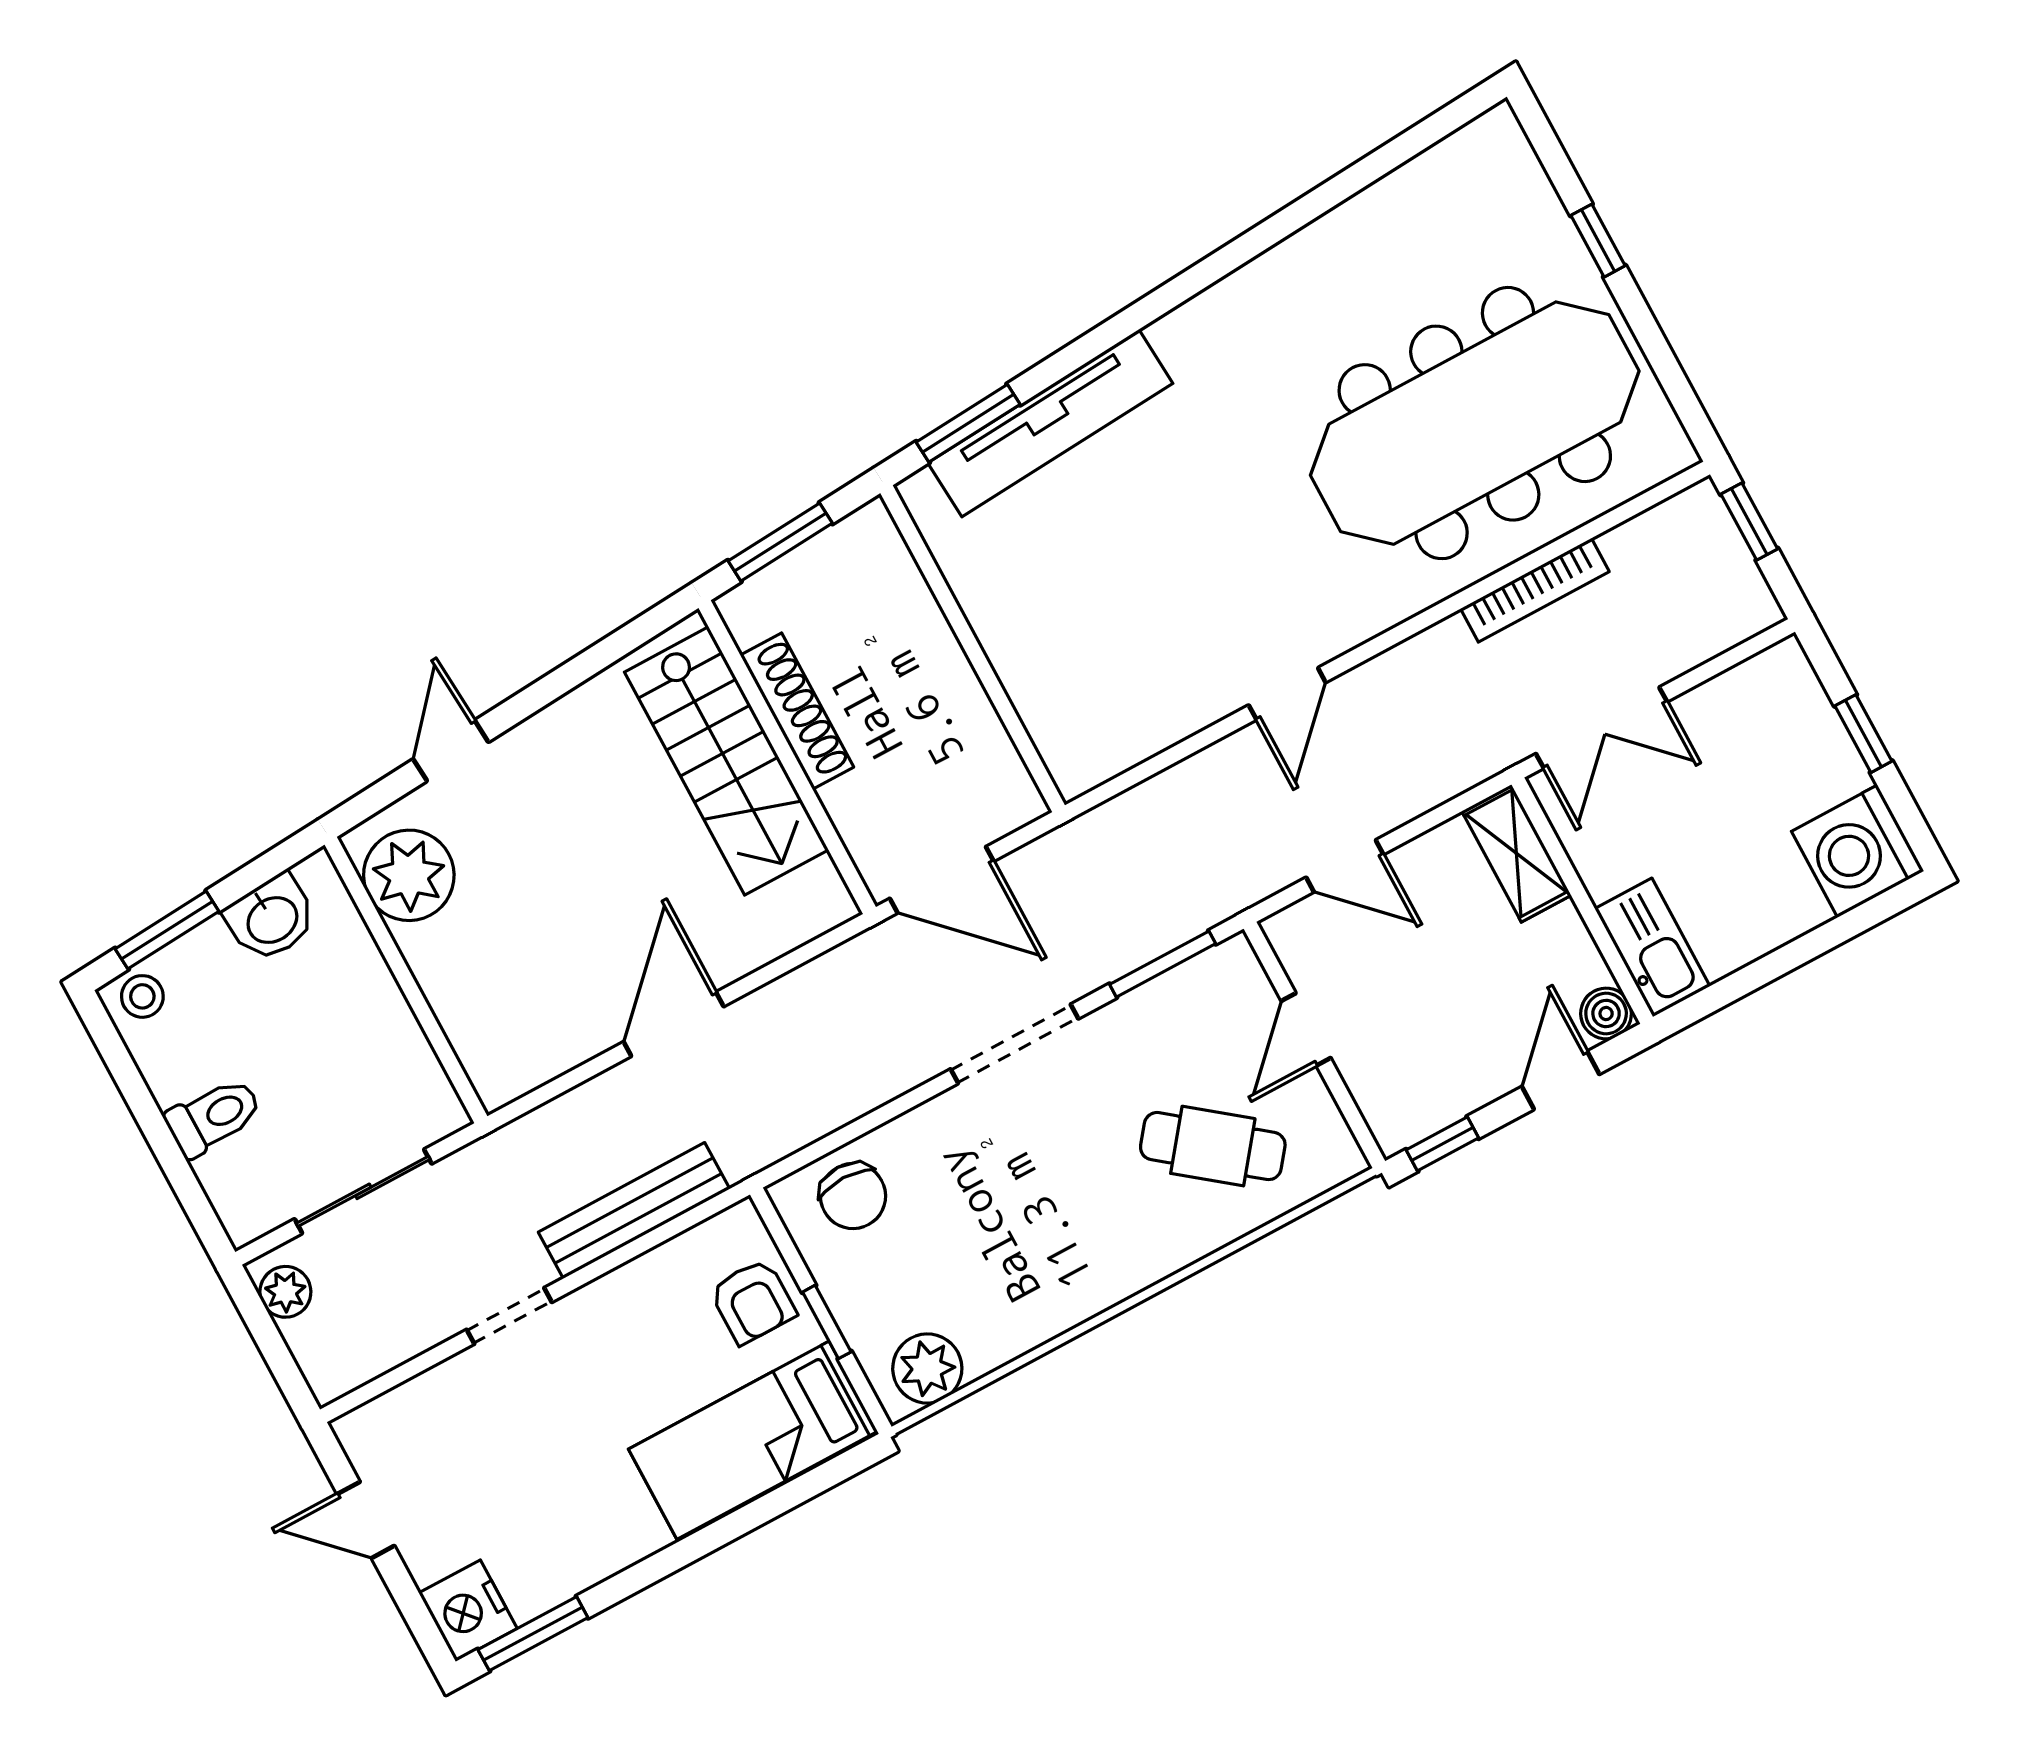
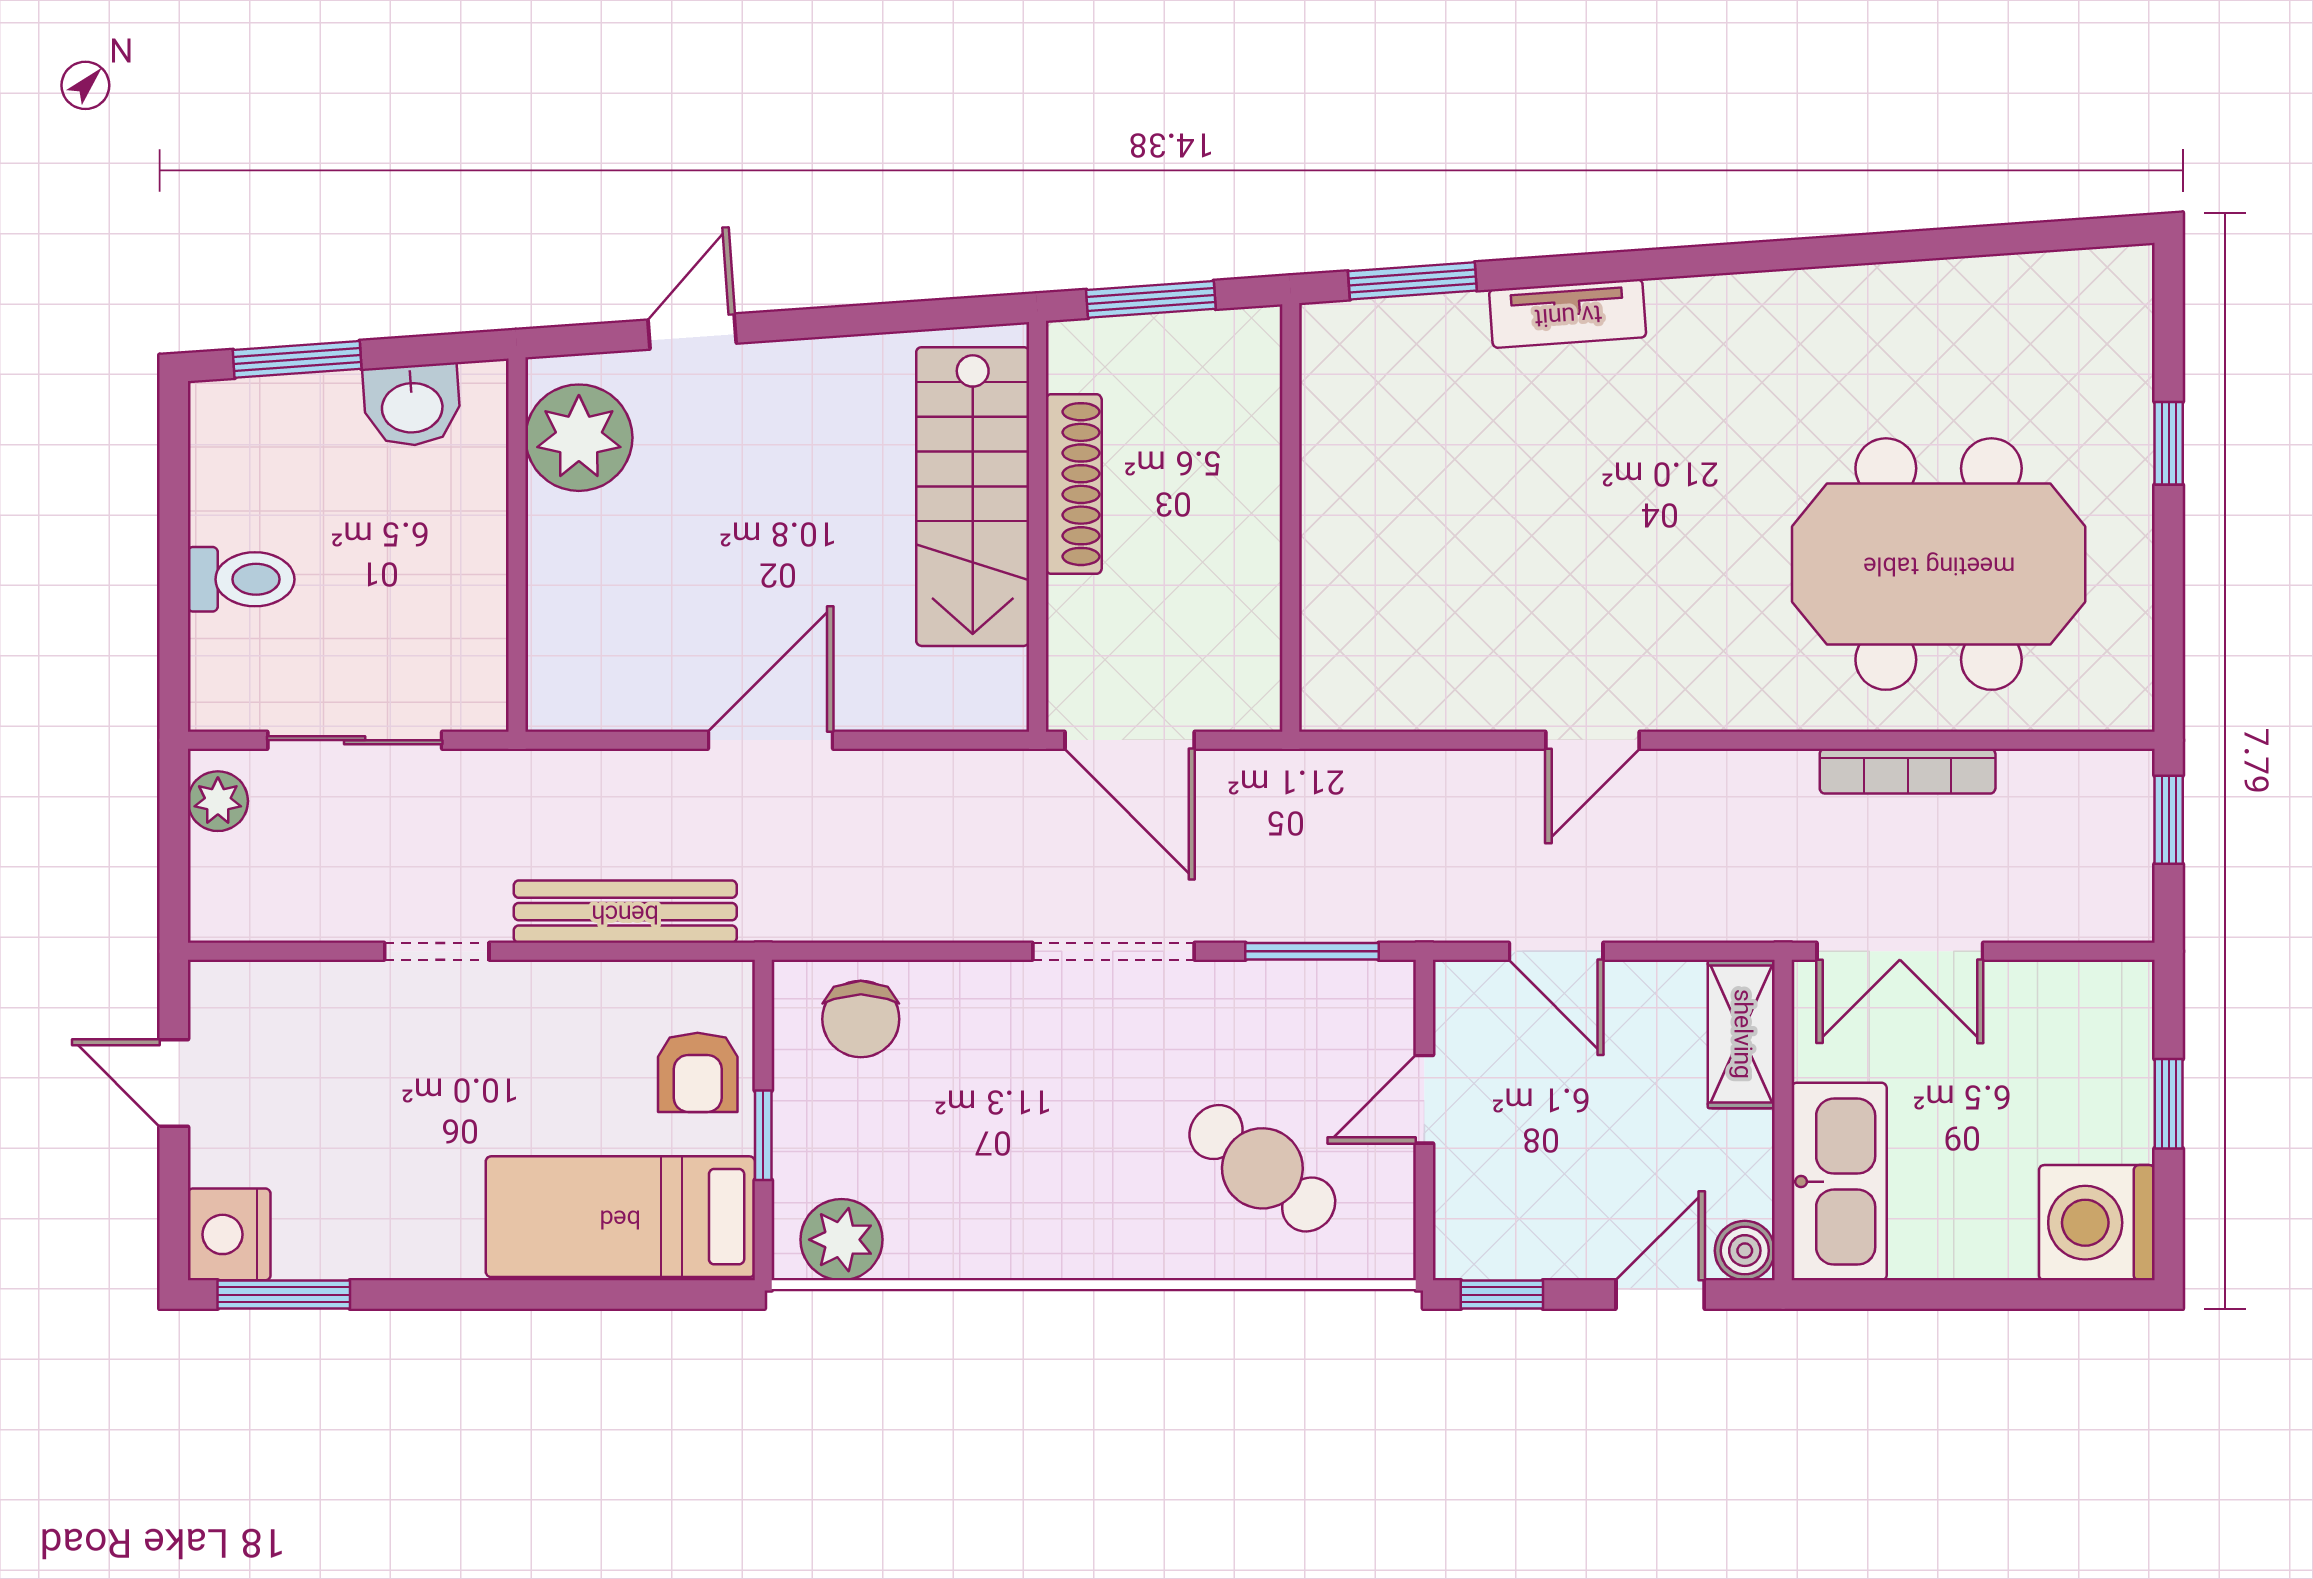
tv unit: (1050, 423) -> (1568, 314), width x0.52, depth x0.78
meeting table: (1475, 423) -> (1939, 564), width x0.73
kitchen sink: (1652, 948) -> (1839, 1182), width x1.36, depth x1.24
stool: (142, 996) -> (234, 414), removed

